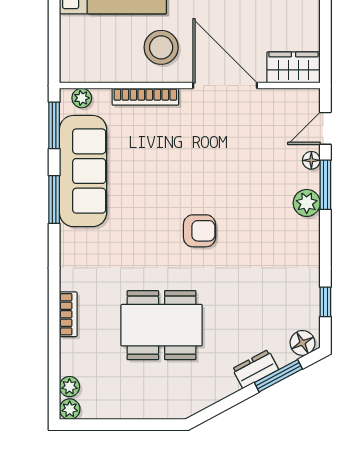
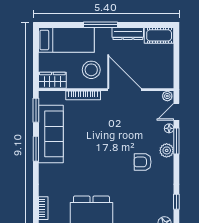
wardrobe: (293, 67) -> (52, 80), moved
plant: (82, 98) -> (167, 96), moved
armchair: (199, 231) -> (143, 162), moved, turned 180

